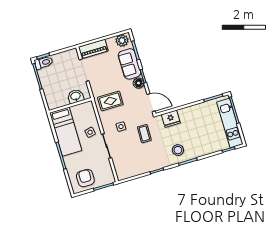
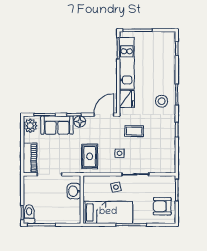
kitchen unit: (230, 123) -> (127, 63), moved, turned -90

